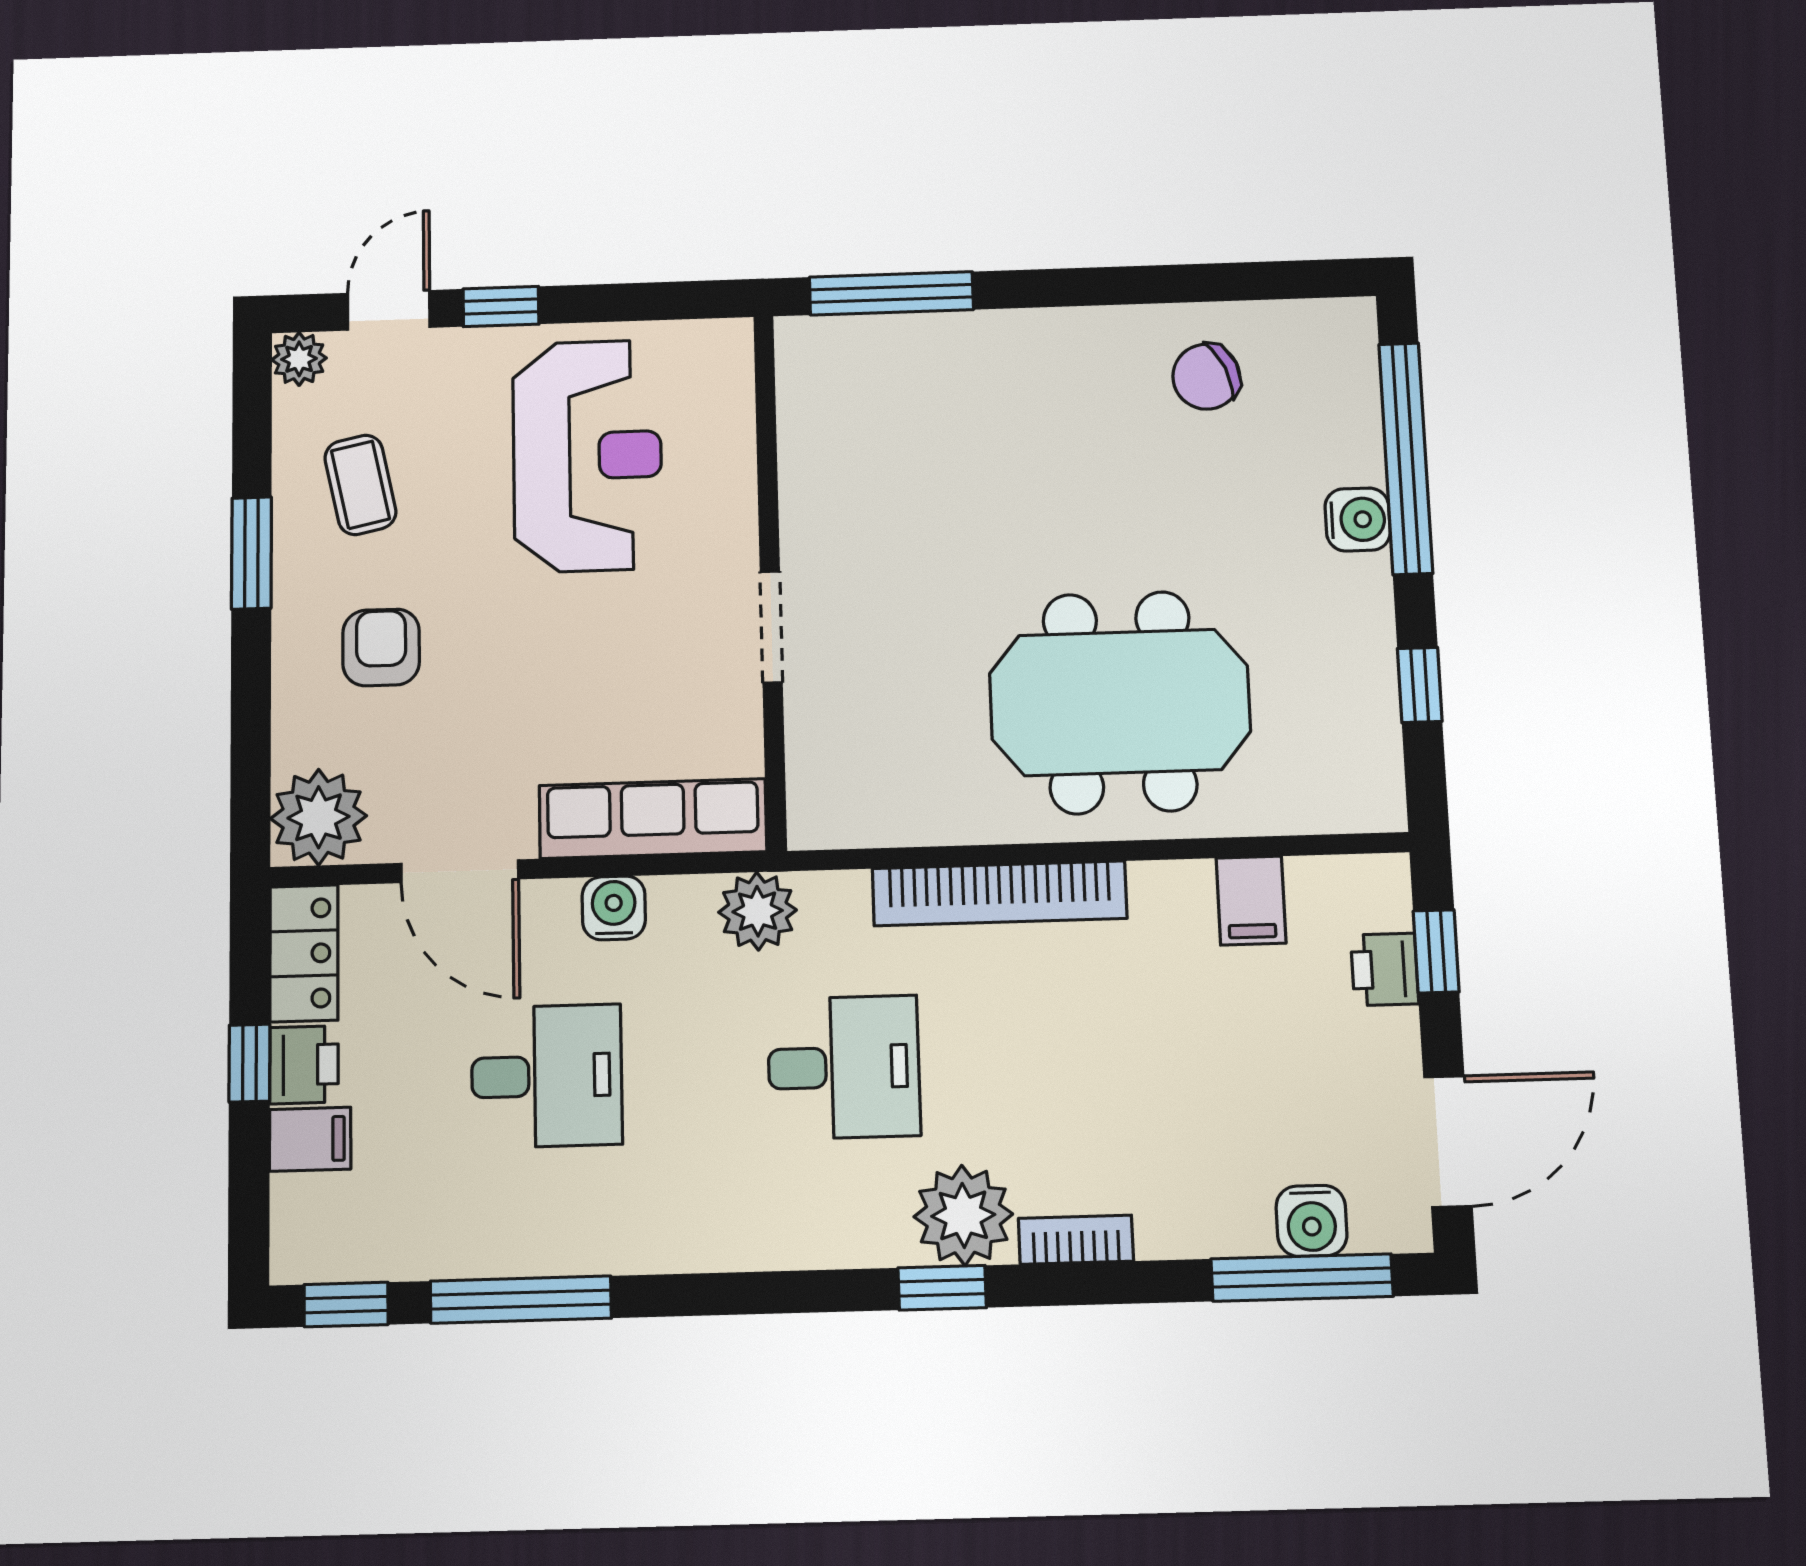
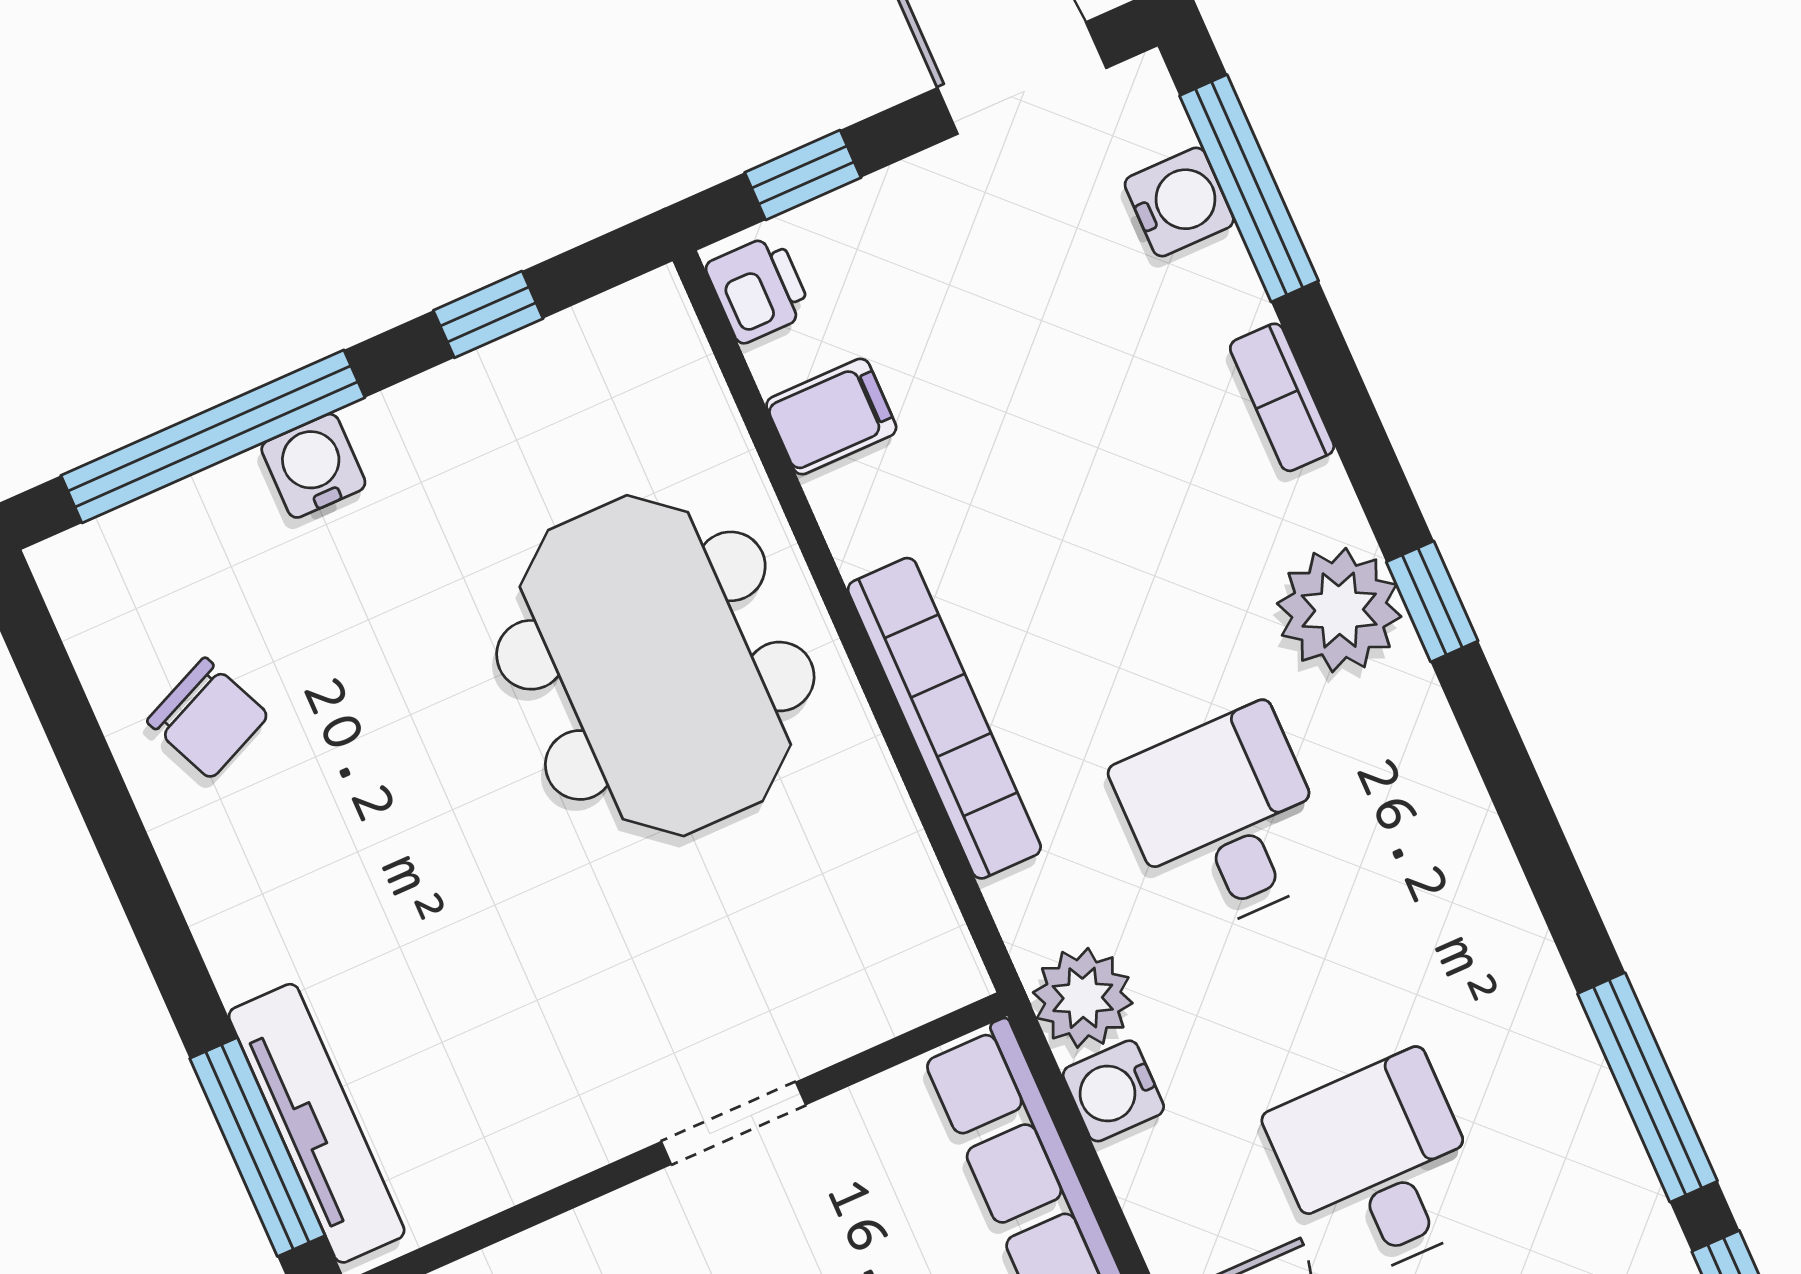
tv unit: (891, 340) -> (317, 1123), added
water cooler: (614, 908) -> (1113, 1091), moved
printer: (1385, 969) -> (758, 289), moved, turned -90
bookcase: (1076, 1240) -> (1282, 397), moved

